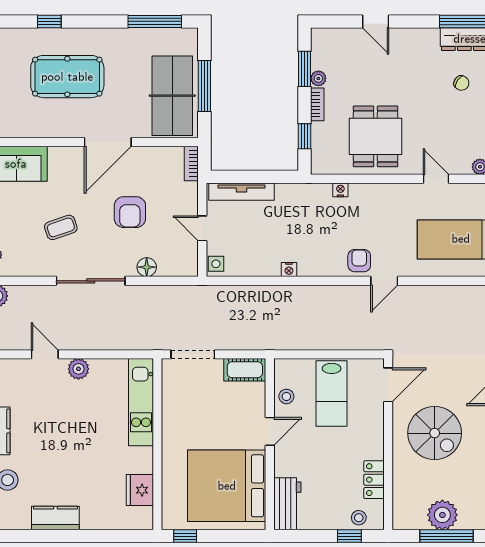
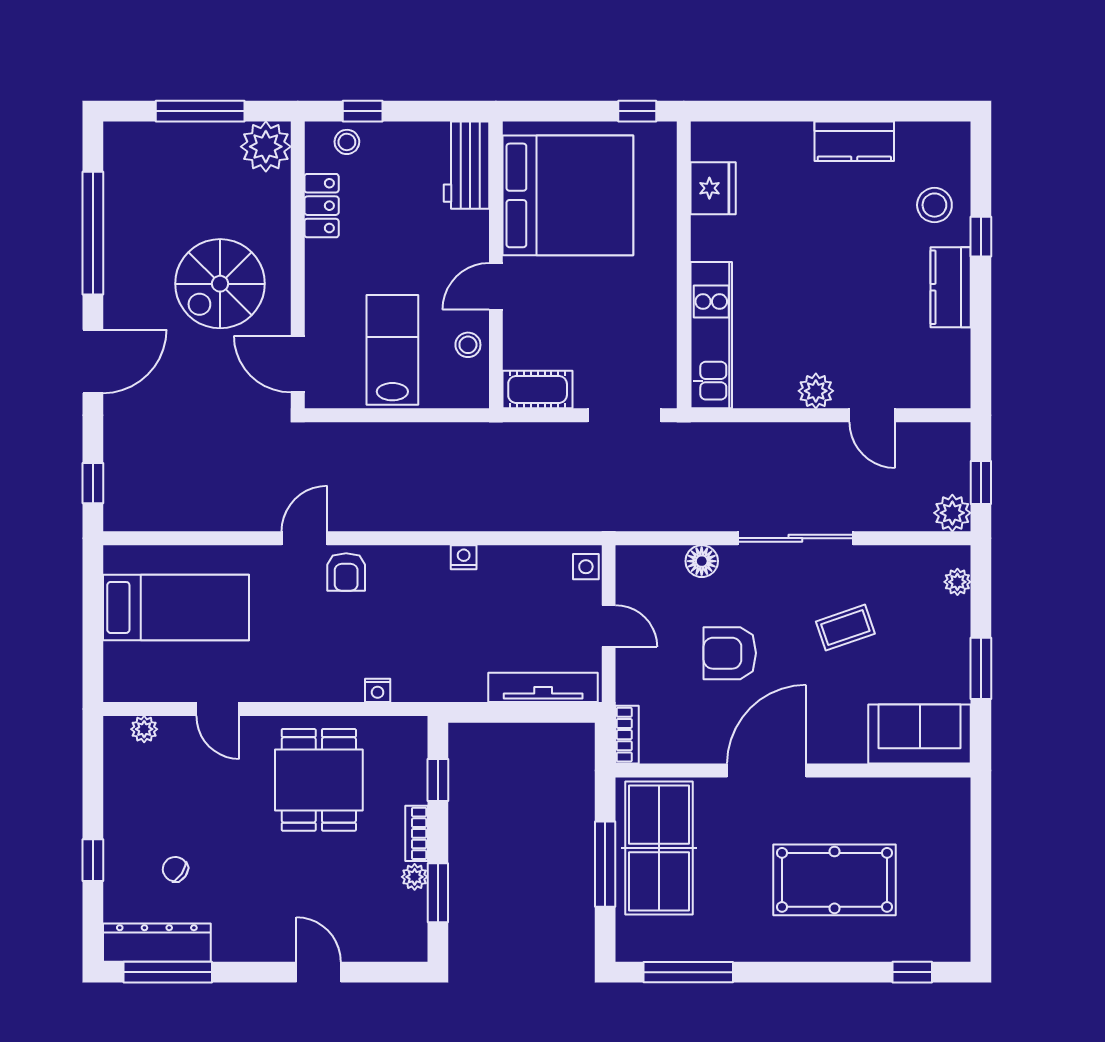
window: (49, 21) -> (912, 972), moved
armchair: (130, 212) -> (730, 653), turned -90
door: (388, 385) -> (298, 364), hinge flipped
spiral stairs: (435, 433) -> (220, 284), turned -90
plant: (442, 515) -> (266, 147), moved

